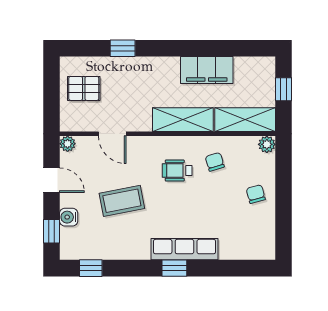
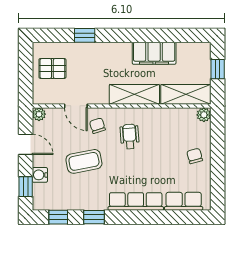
chair: (215, 162) -> (97, 126), moved
wheelchair: (177, 171) -> (130, 136), turned 86
row of seats: (242, 249) -> (184, 201), added
window: (174, 268) -> (94, 217), moved

